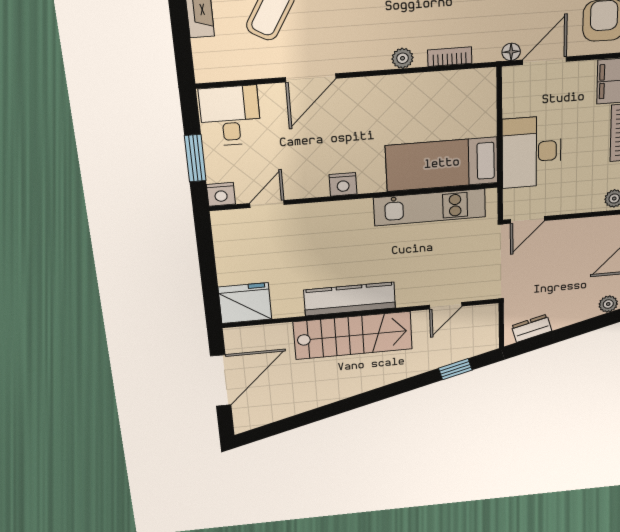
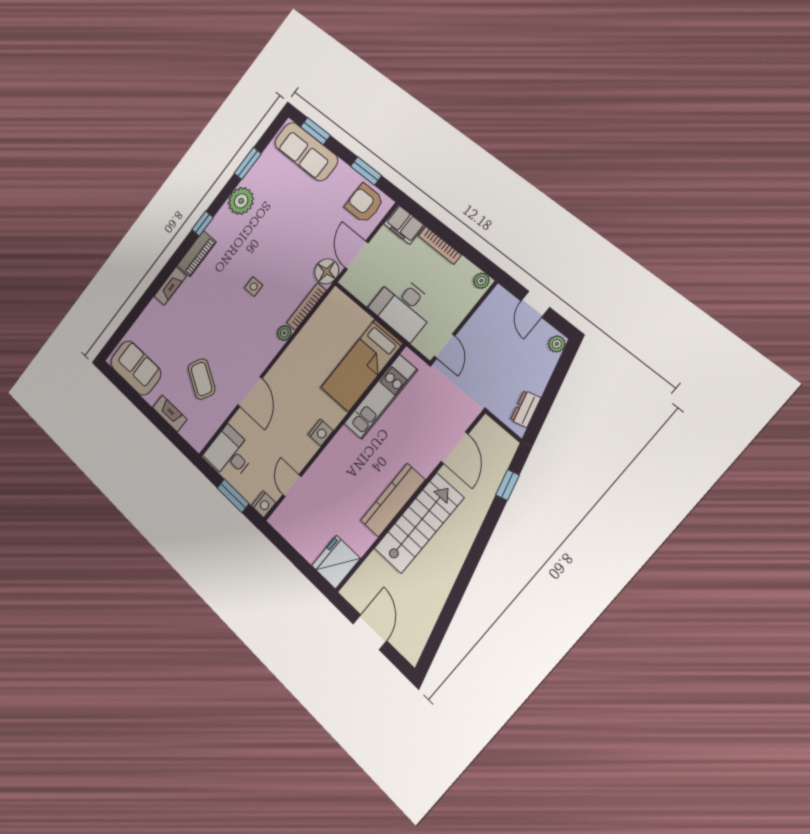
floor lamp: (511, 52) -> (327, 271), width x1.89, depth x1.89
bookcase: (450, 57) -> (307, 307), width x1.56
door: (446, 306) -> (454, 448), width x1.38
door: (221, 381) -> (370, 632), width x0.73

